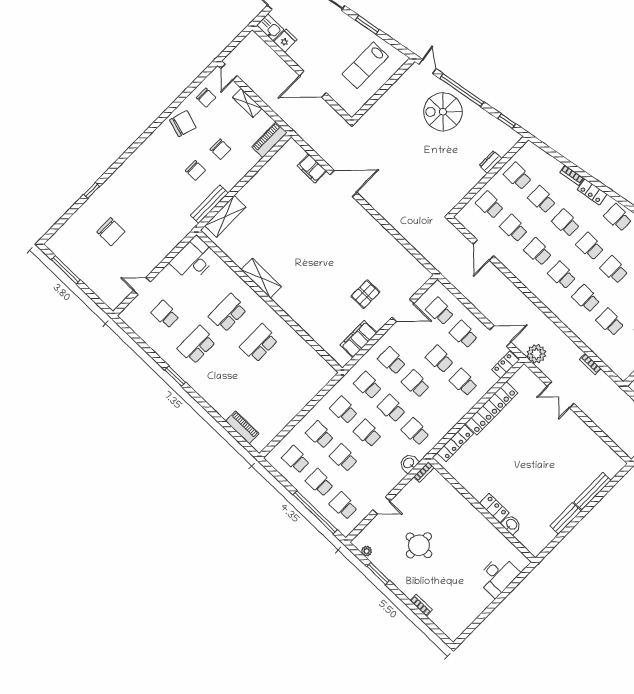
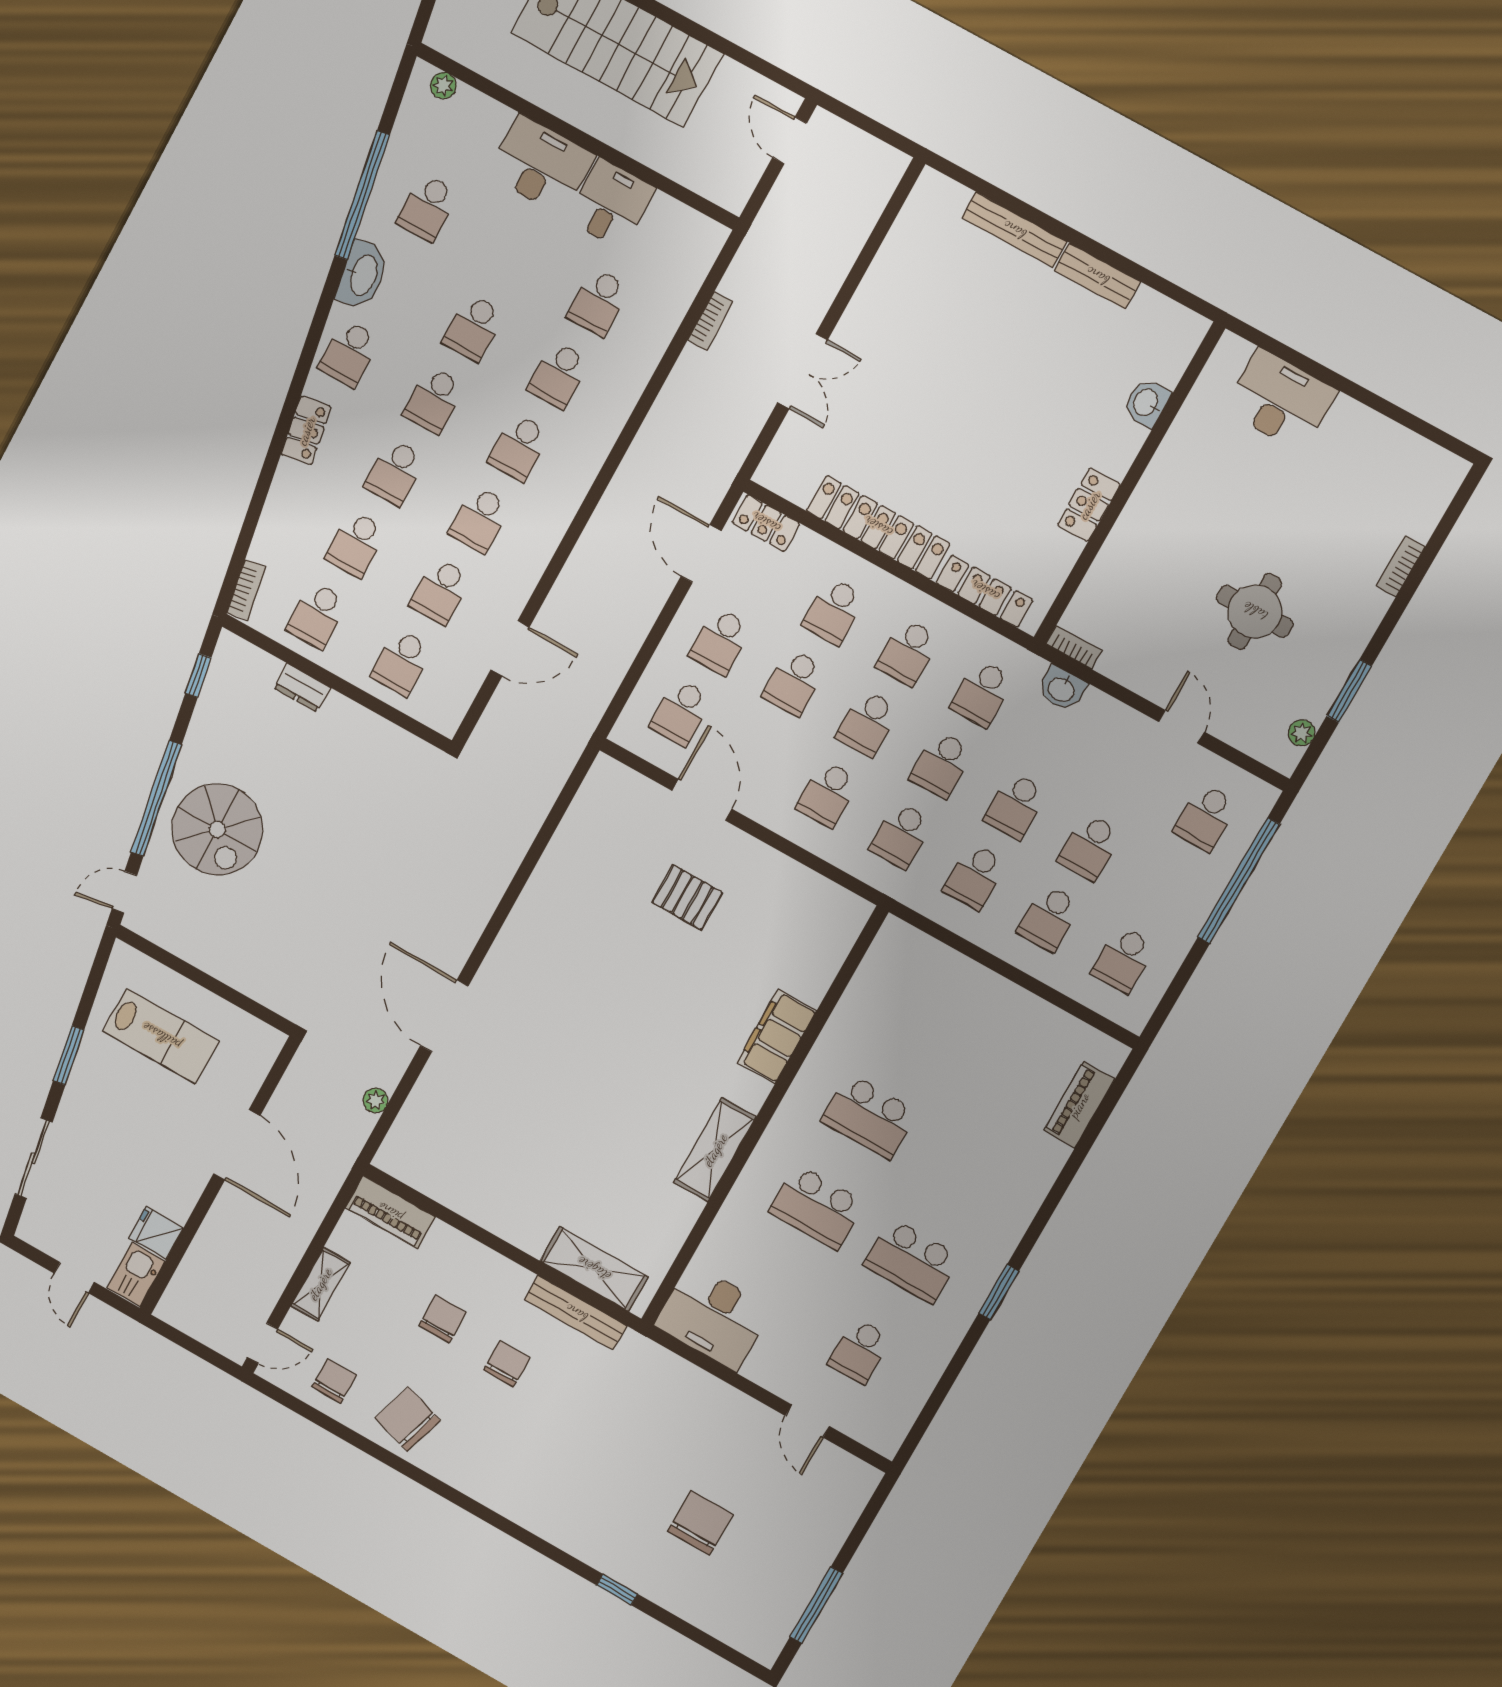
filing cabinet: (312, 168) -> (429, 1098), removed
bookcase: (572, 175) -> (246, 590), moved
filing cabinet: (359, 339) -> (777, 1036), moved, turned 90
plant: (536, 354) -> (376, 1100), moved, width x0.53, depth x0.53
school desk: (320, 483) -> (908, 652), moved
locker: (494, 508) -> (1089, 505), moved

